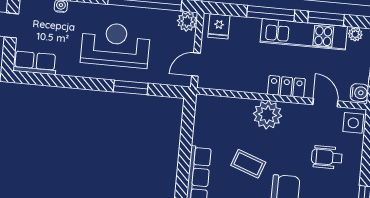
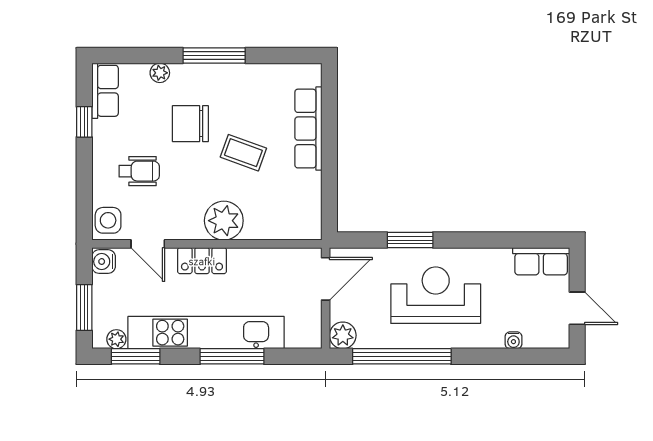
window: (326, 19) -> (136, 356), moved
fridge: (219, 26) -> (300, 333), removed
kitchen unit: (304, 34) -> (206, 333), width x1.36
reception desk: (115, 45) -> (436, 295), turned 180
door: (196, 65) -> (326, 279), width x1.38

